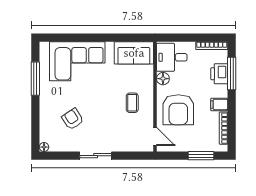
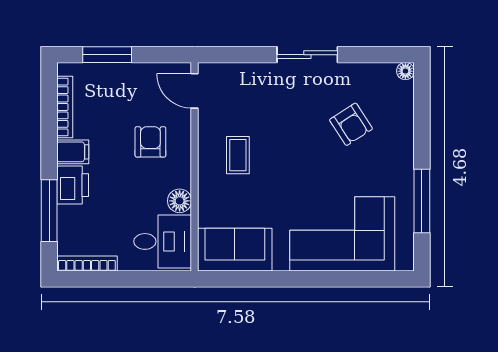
printer: (219, 74) -> (73, 185), moved
armchair: (178, 110) -> (150, 142), width x0.53, depth x0.53

